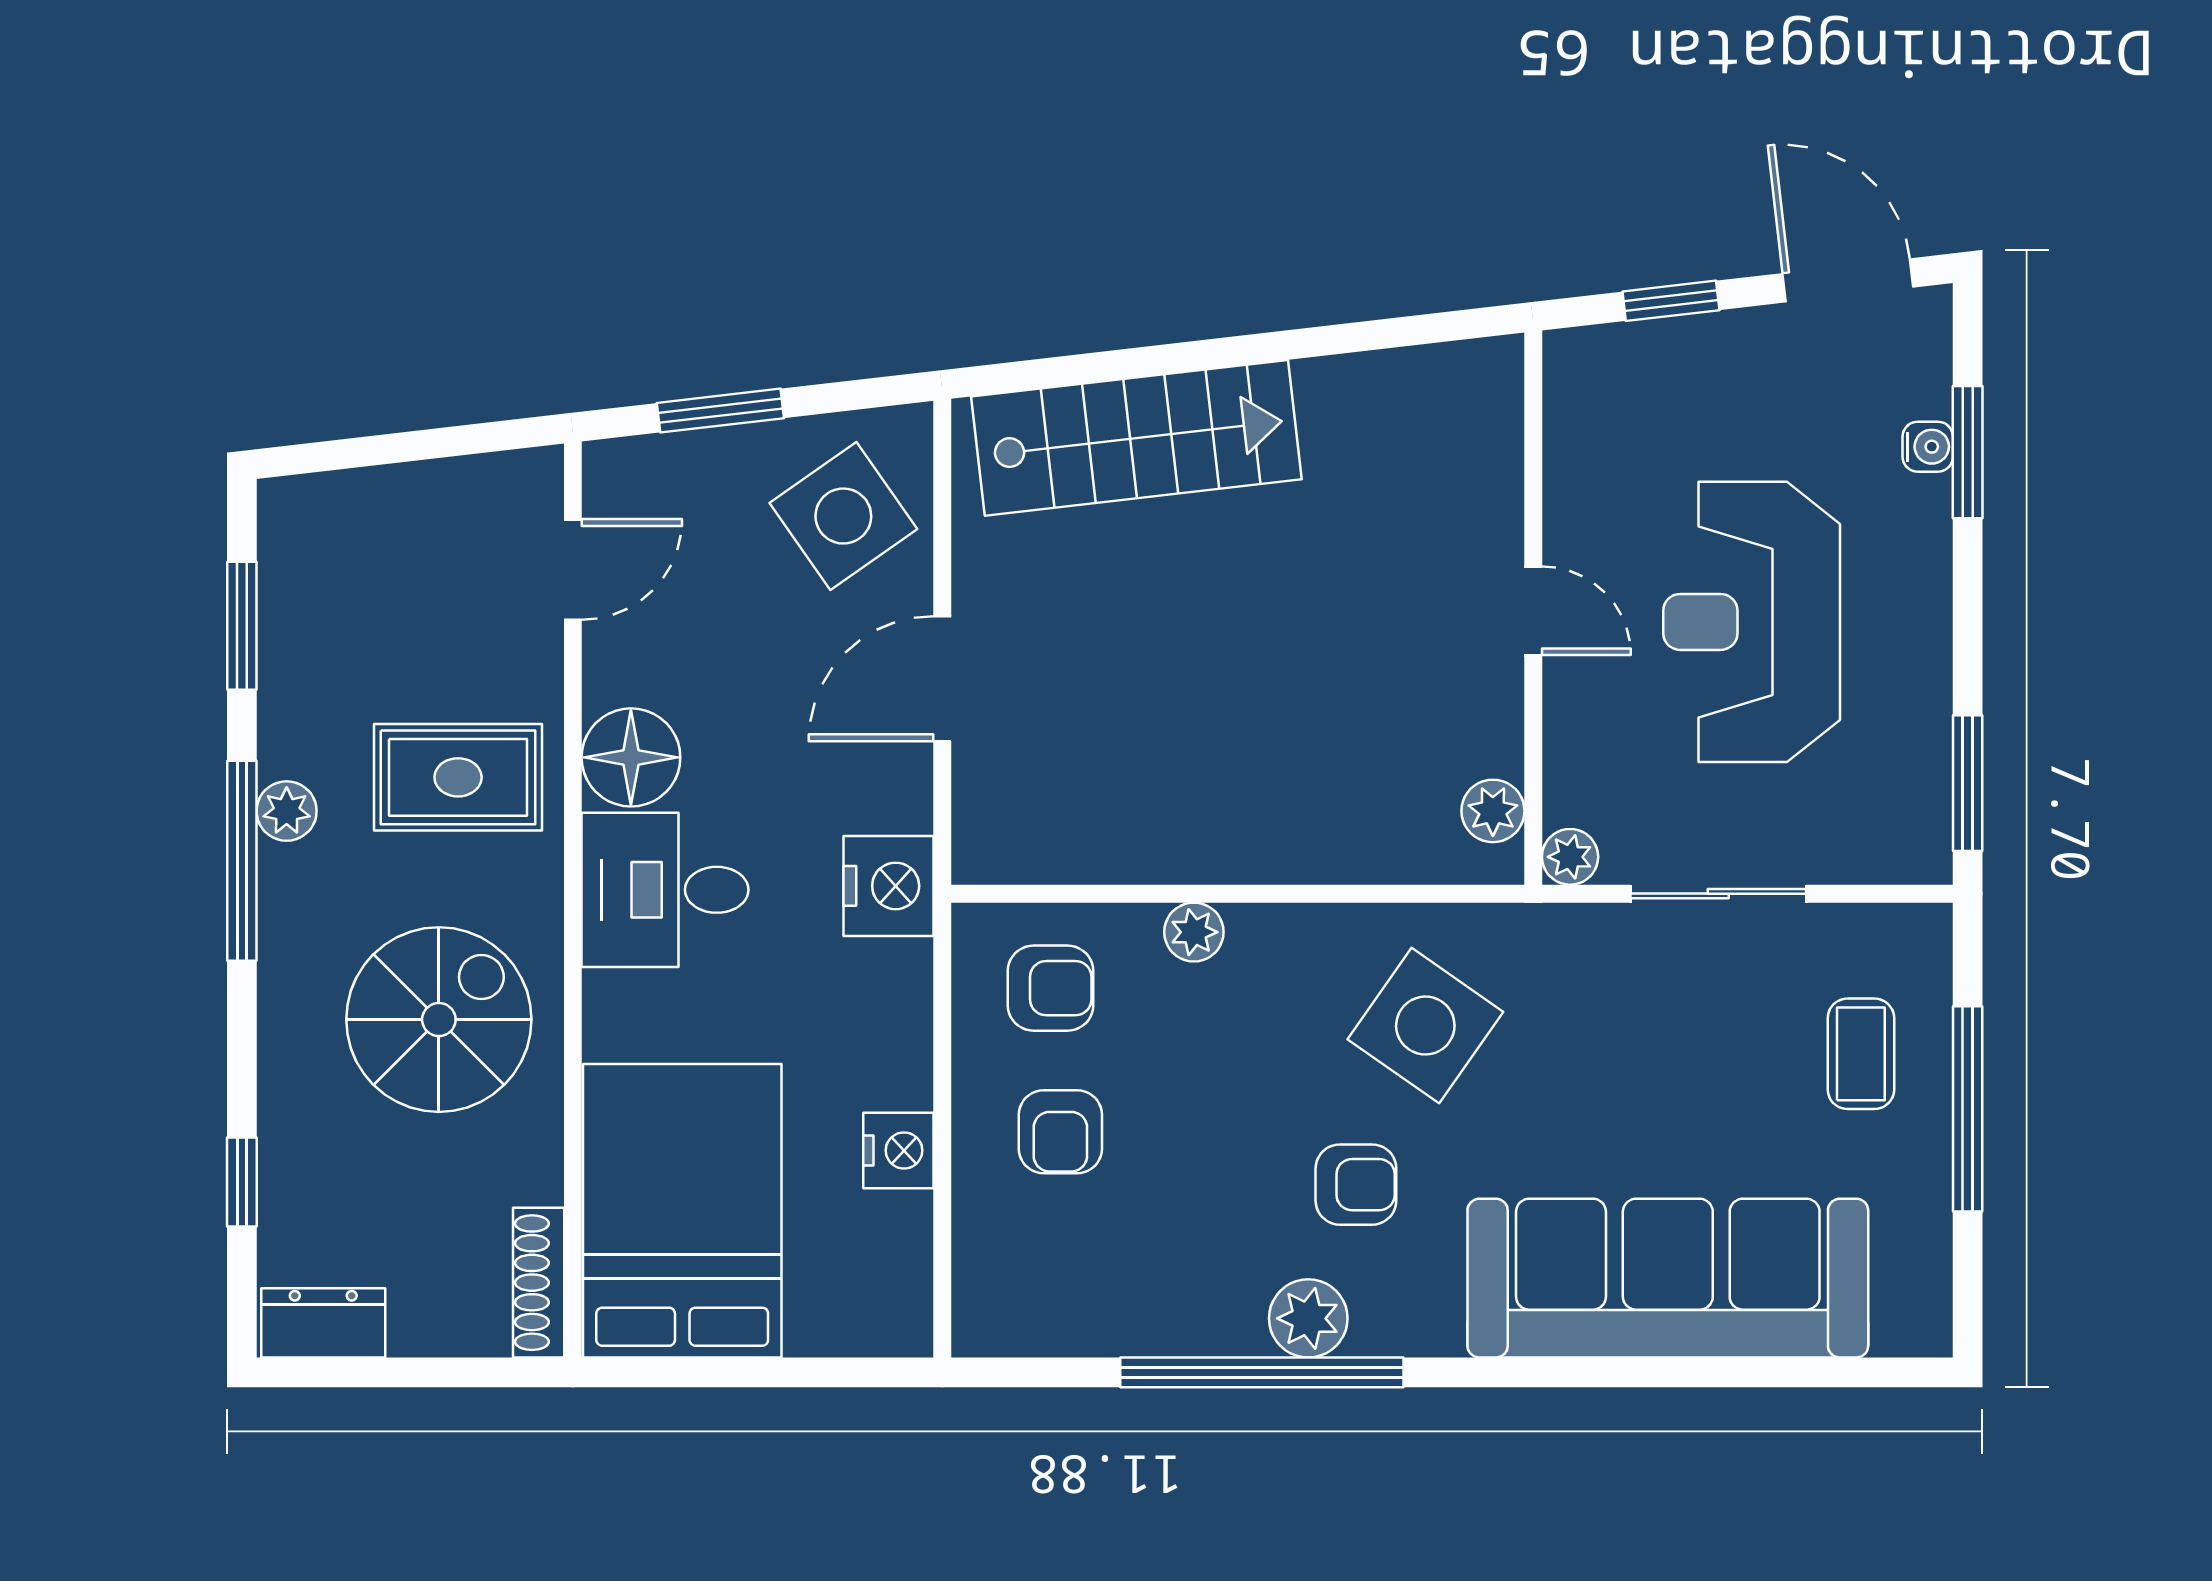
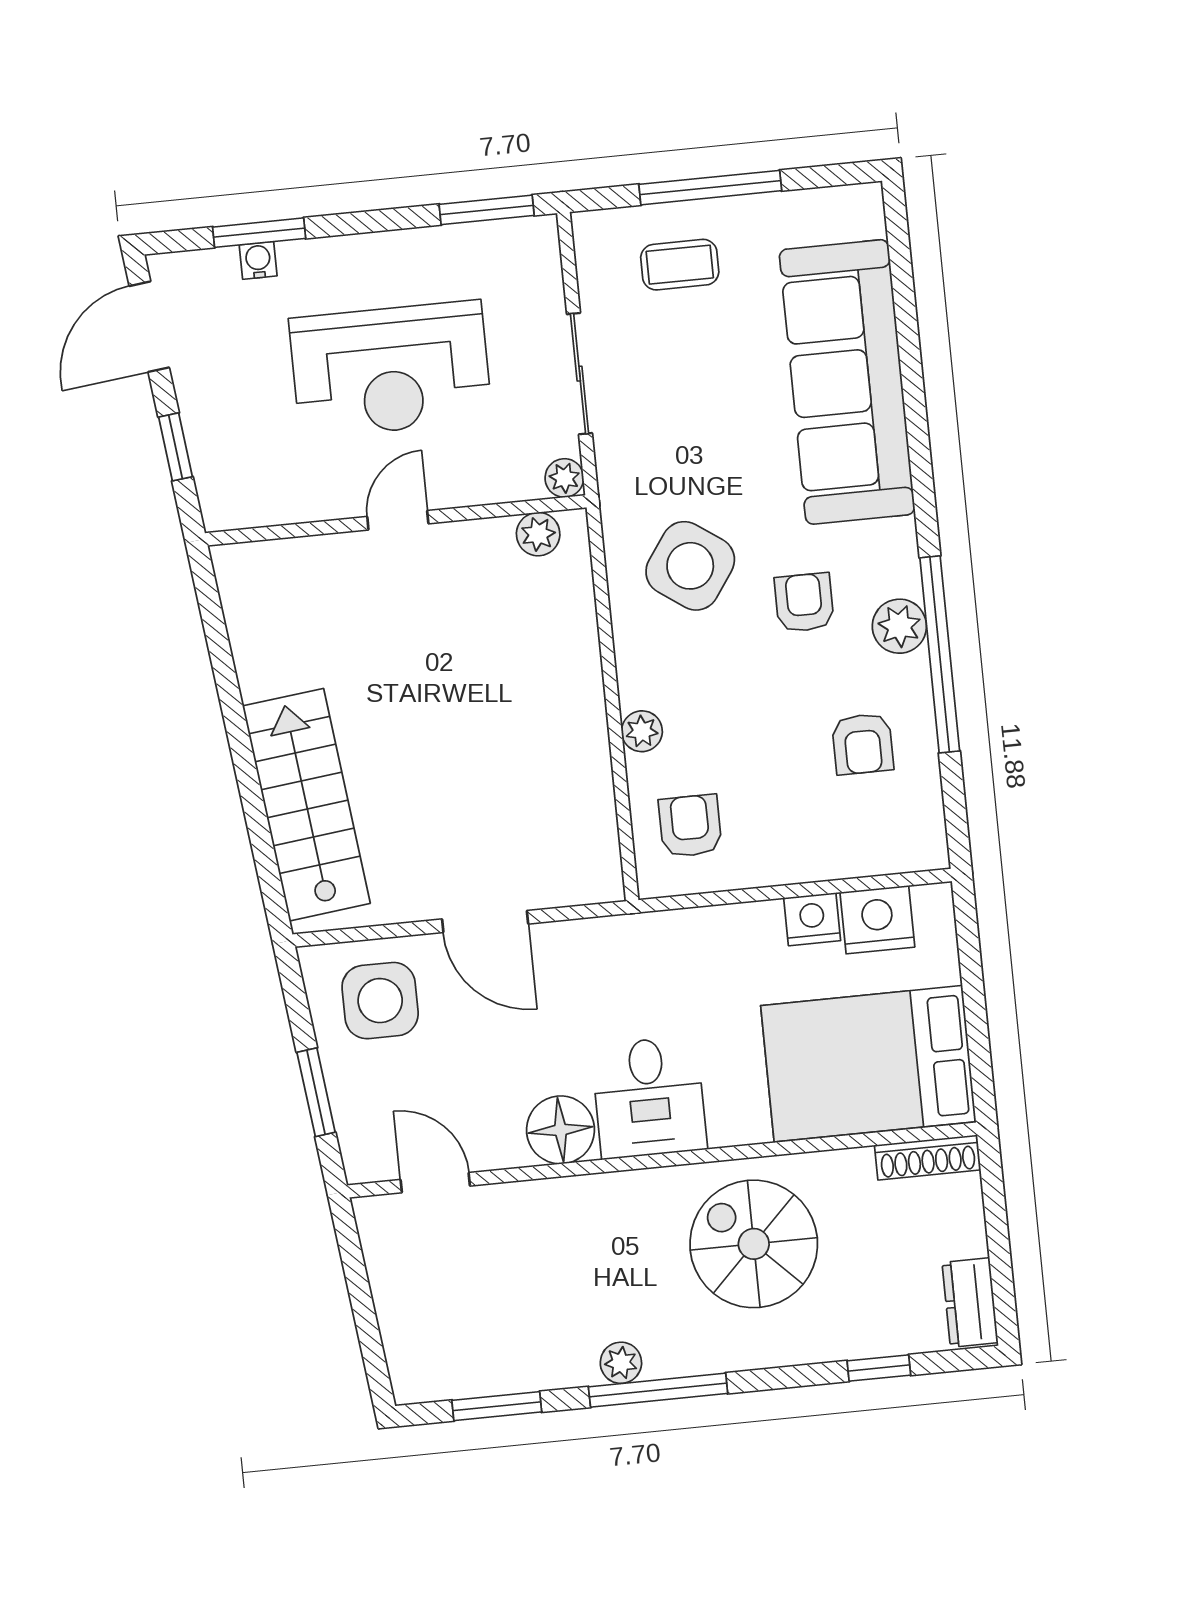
side table: (843, 516) -> (380, 1001), turned 35
rug: (458, 777) -> (586, 1247), removed
nightstand: (888, 886) -> (877, 920), moved
armchair: (1060, 1132) -> (863, 744), moved, turned 90

